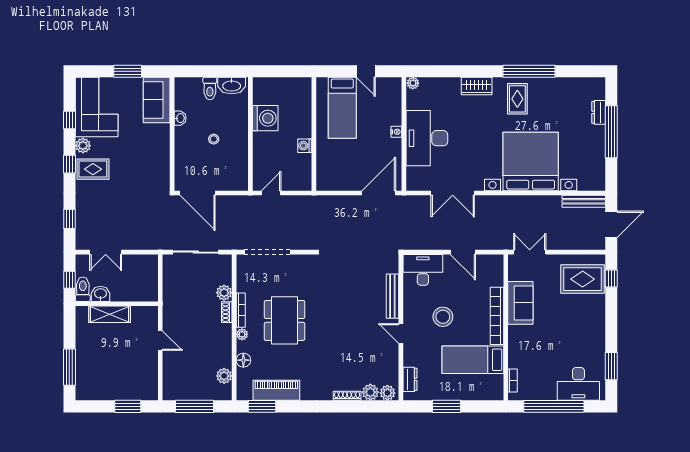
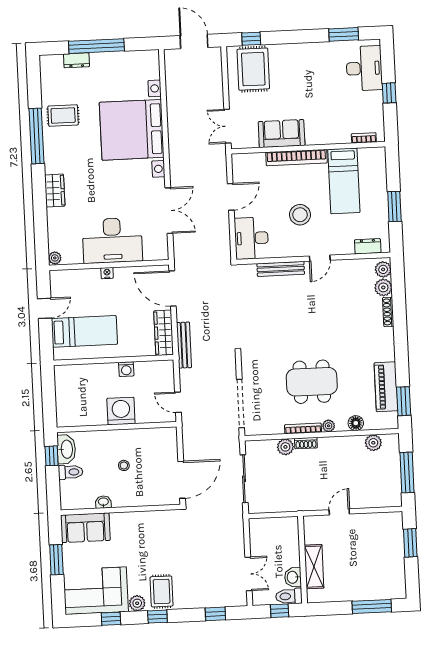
window: (226, 71) -> (52, 456), added
rug: (517, 99) -> (63, 116), moved
washing machine: (265, 118) -> (121, 411), moved
wardrobe: (337, 183) -> (164, 333), added
bench: (584, 201) -> (184, 345), moved
window: (554, 406) -> (389, 93), width x0.32

